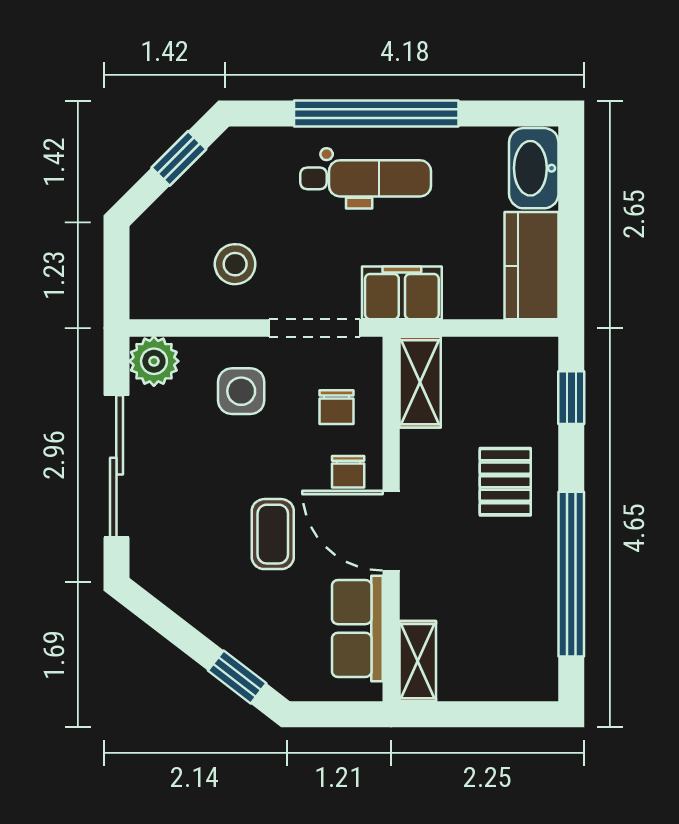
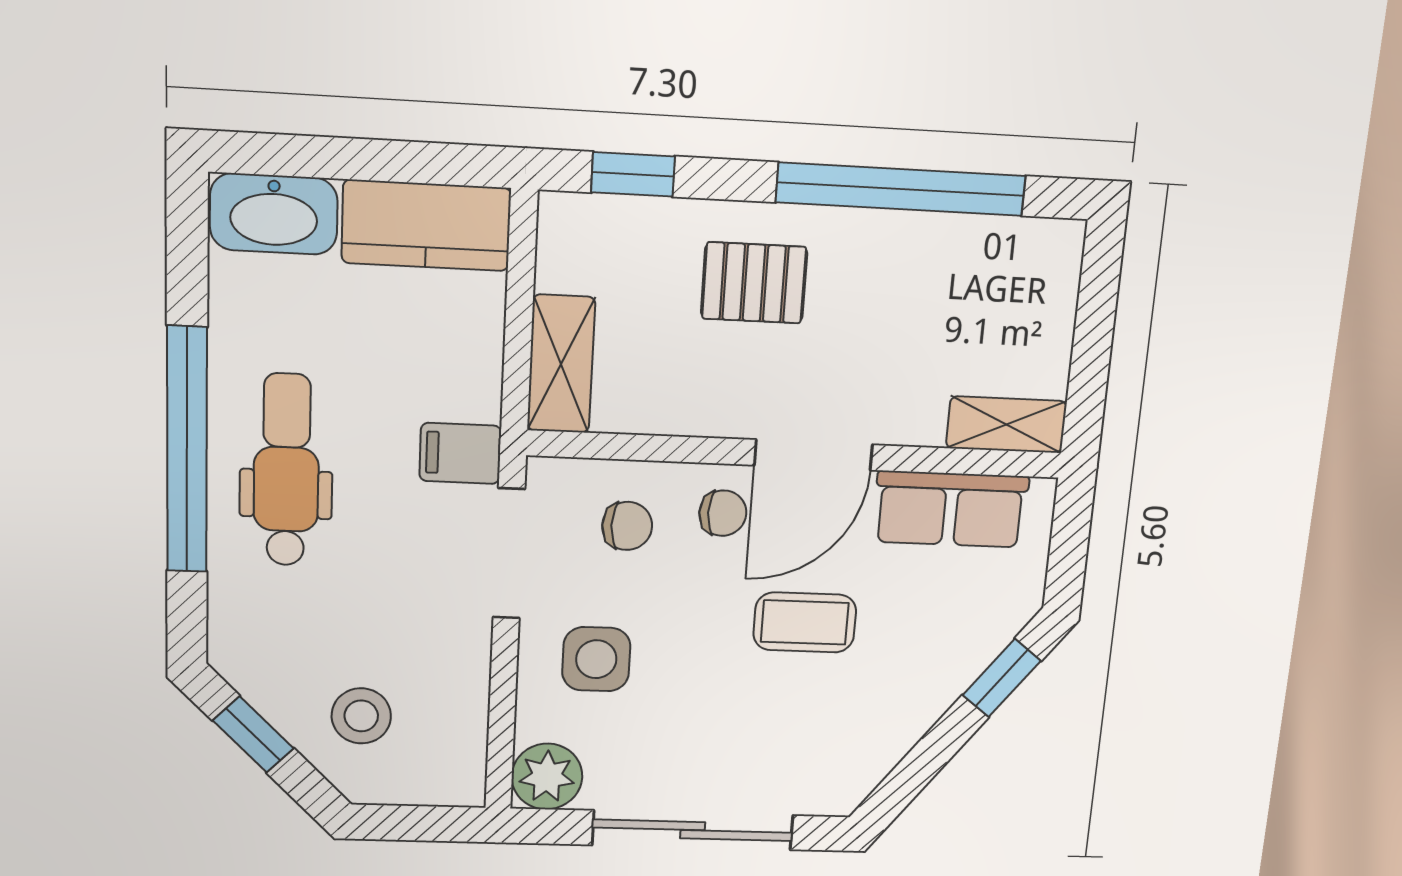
stool: (235, 264) -> (361, 716), moved
filing cabinet: (402, 293) -> (460, 453), width x0.50
shelving: (420, 382) -> (561, 364), moved, turned 90

